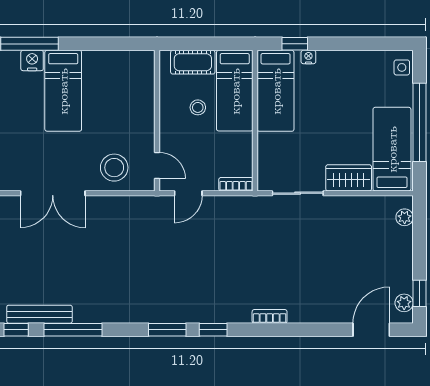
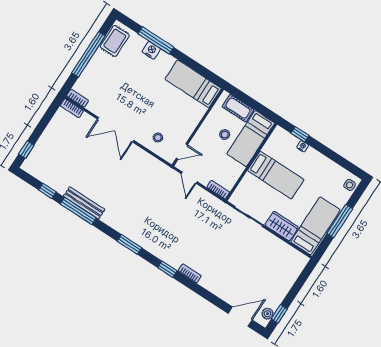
bed: (63, 91) -> (193, 84), moved, turned 90
bed: (276, 91) -> (276, 175), moved, turned -90
window: (419, 122) -> (340, 221), width x0.68
door: (157, 165) -> (182, 152), hinge flipped
stool: (114, 168) -> (158, 138), width x0.53, depth x0.53
door: (188, 193) -> (189, 178), hinge flipped
plant: (405, 217) -> (298, 267), removed
bench: (39, 314) -> (84, 203), moved
window: (213, 330) -> (167, 269), moved

